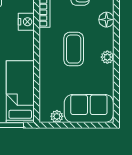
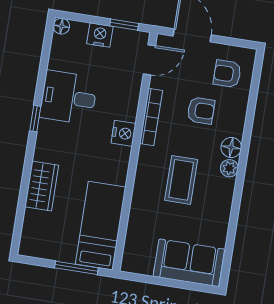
plant: (107, 57) -> (229, 168), moved
plant: (57, 116) -> (144, 267), removed

